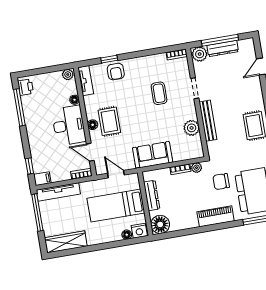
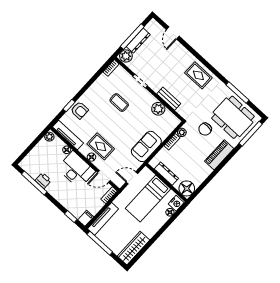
tv unit: (86, 81) -> (68, 135), width x1.41
printer: (26, 87) -> (43, 180), moved
bench: (208, 121) -> (169, 99), width x0.73

